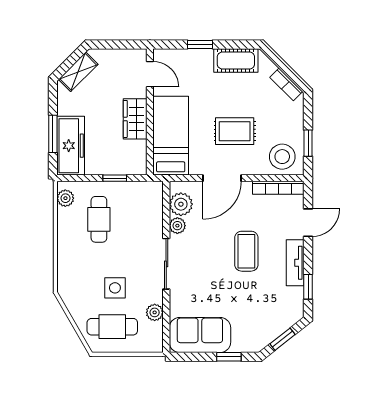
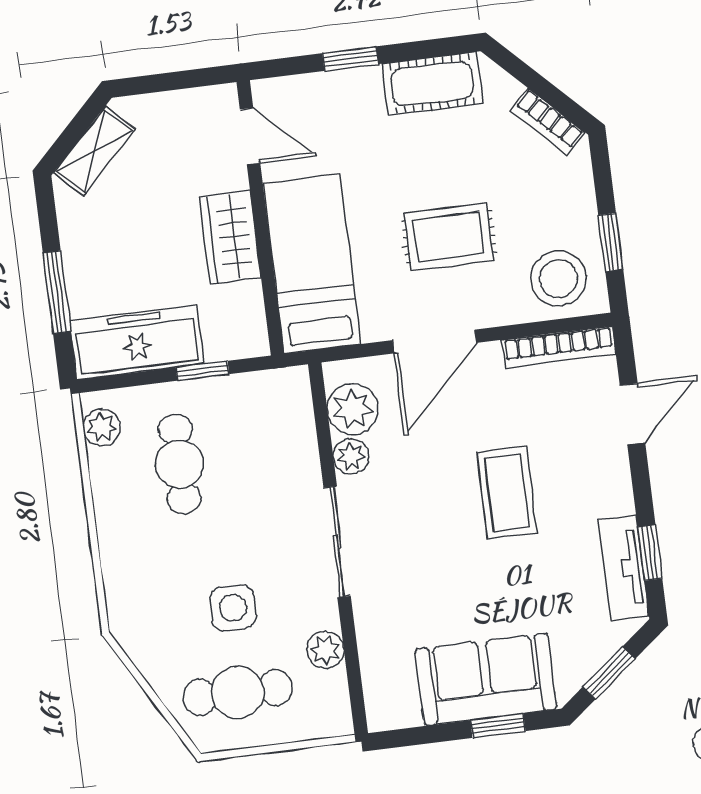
freezer: (71, 146) -> (137, 342), moved, turned -90
tv unit: (295, 263) -> (623, 568), moved
sofa: (200, 335) -> (486, 679), moved

